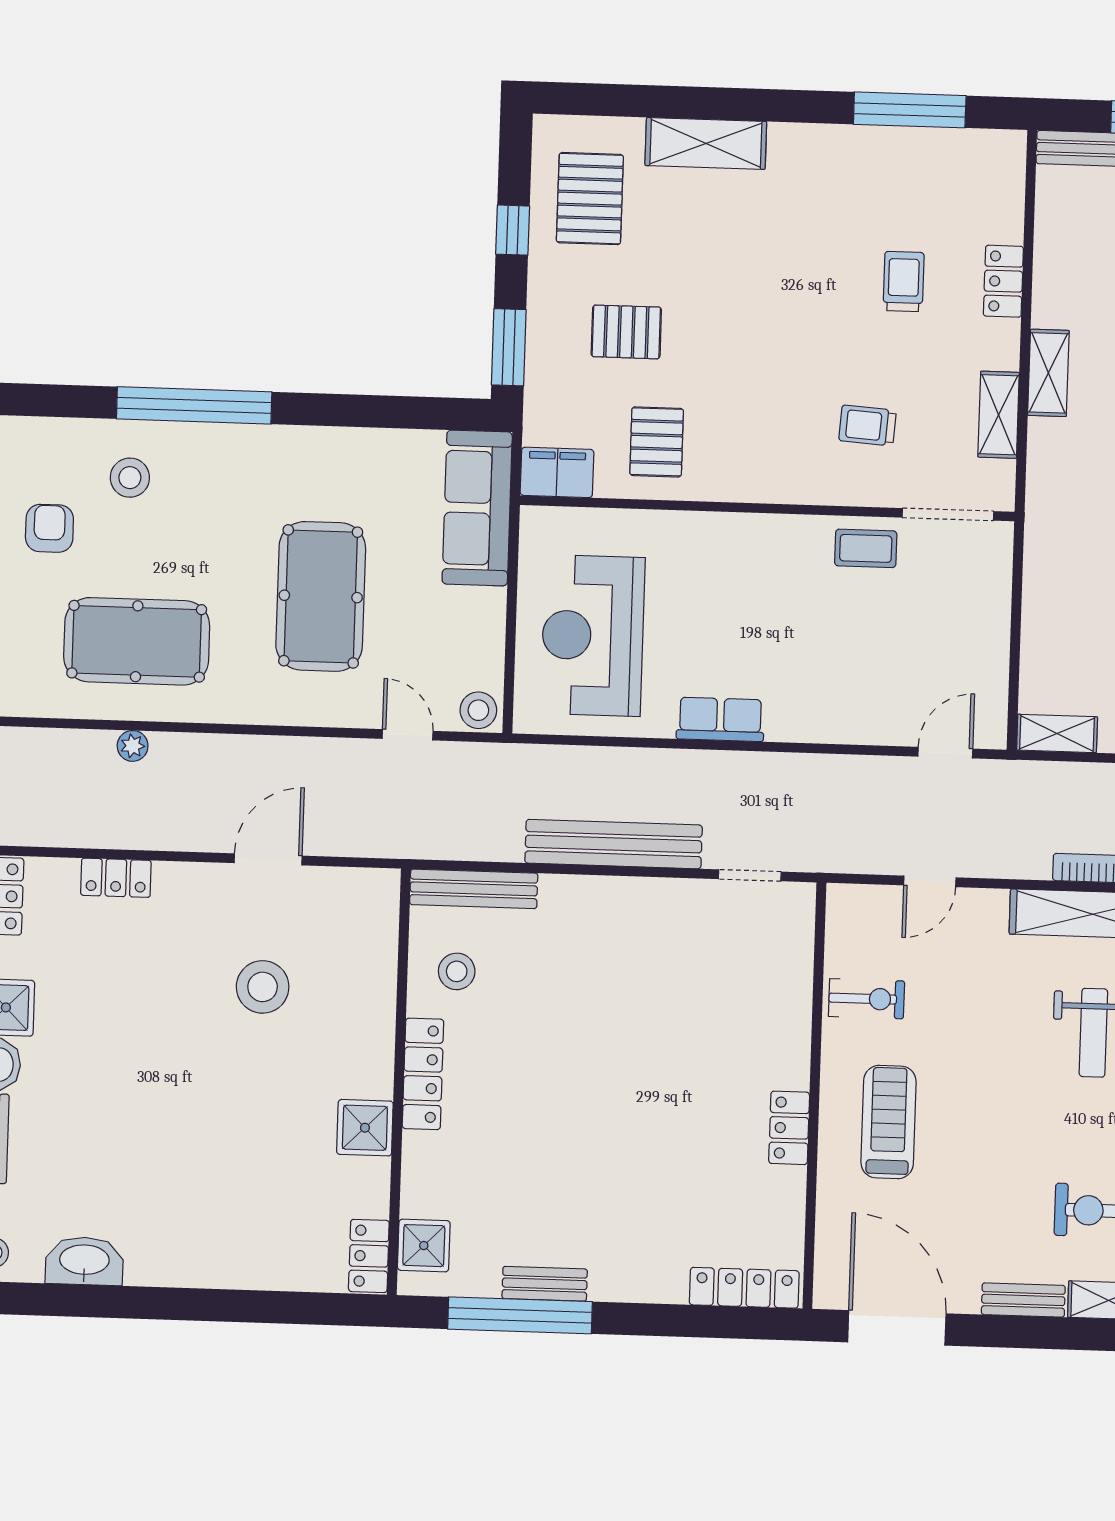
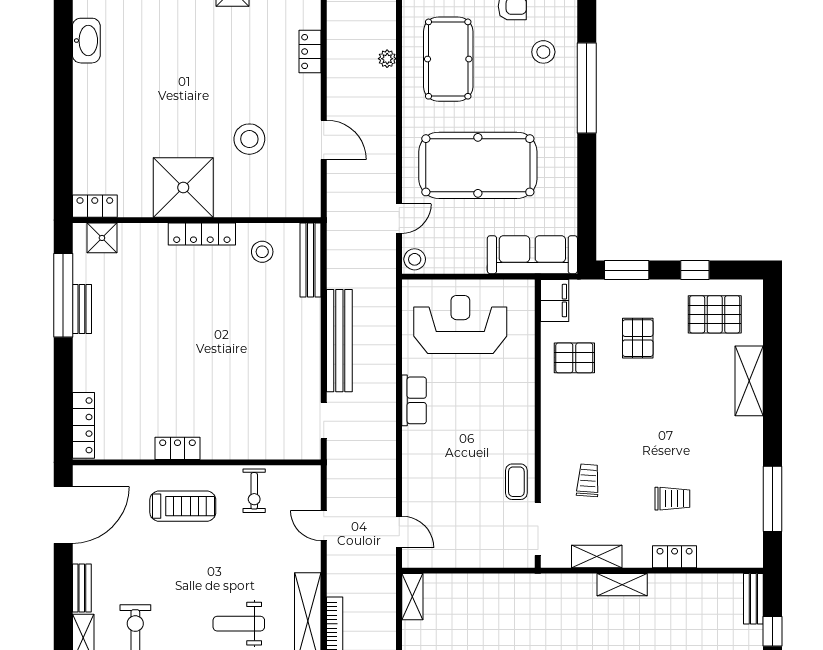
pool table: (321, 596) -> (478, 165), width x1.36, depth x1.32
shower: (365, 1128) -> (183, 188), width x1.86, depth x1.86

